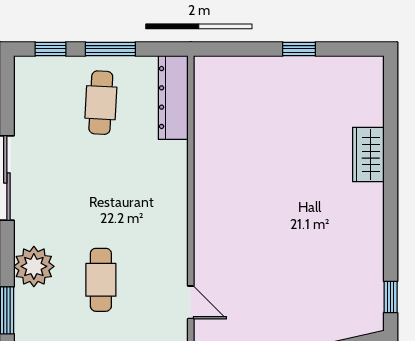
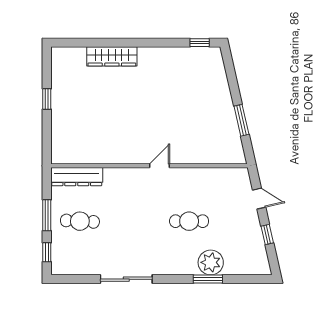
wardrobe: (368, 155) -> (112, 56), width x1.50
plant: (34, 266) -> (211, 262), moved
door: (191, 302) -> (160, 166), moved

